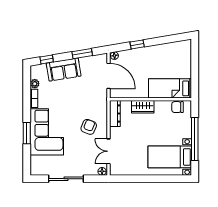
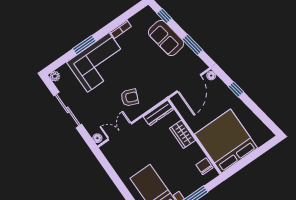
plant: (35, 84) -> (55, 76), moved
bed: (170, 88) -> (226, 141), width x2.04

